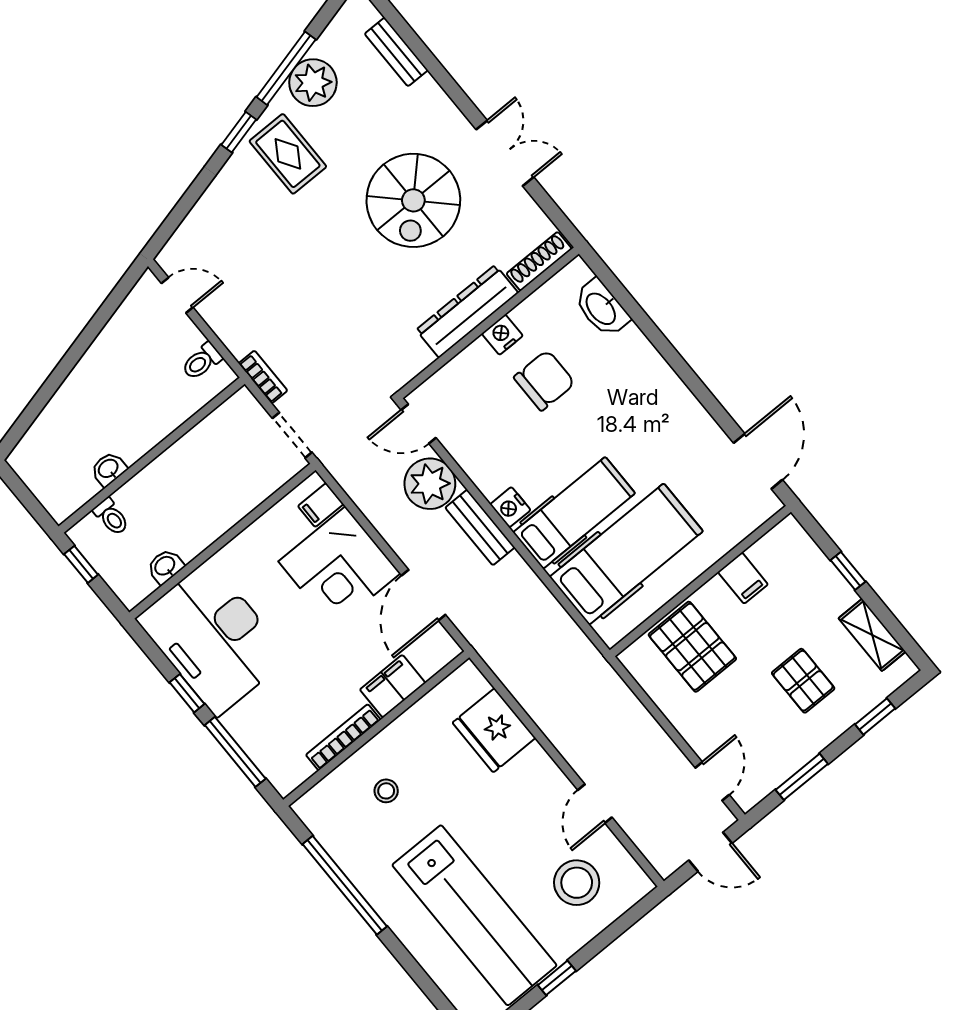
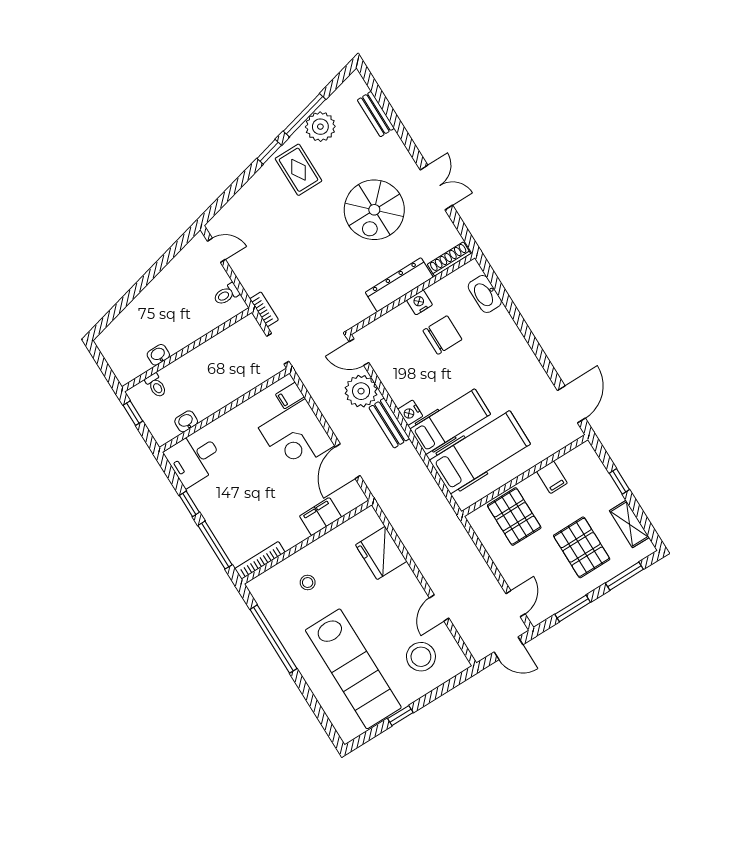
desk: (213, 638) -> (194, 458), width x0.53, depth x0.77
pallet: (803, 681) -> (582, 547), width x1.50, depth x1.42
window: (875, 716) -> (624, 576), width x1.50
bookcase: (343, 737) -> (260, 560), moved

